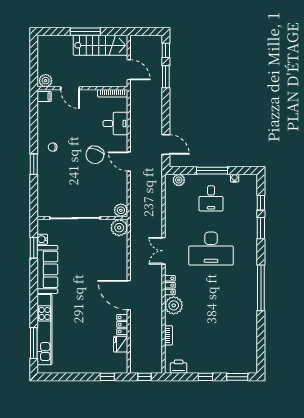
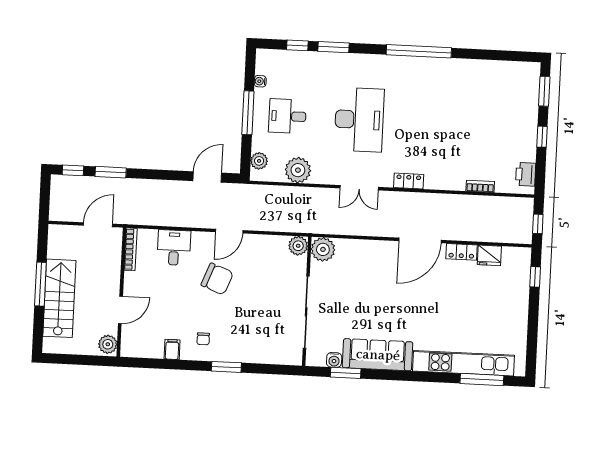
stairs: (100, 45) -> (59, 298), moved
filing cabinet: (44, 97) -> (172, 349), moved
desk: (211, 198) -> (287, 116), turned 180
plant: (174, 305) -> (298, 170), moved

